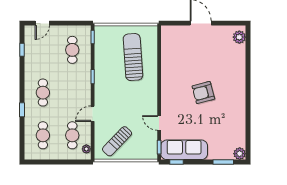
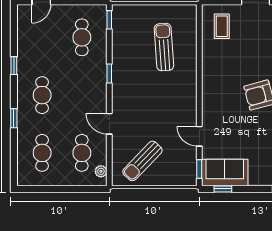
coffee table: (176, 42) -> (222, 26), added
window: (22, 50) -> (14, 66), moved
sun lounger: (133, 57) -> (164, 47), width x0.73, depth x0.75
door: (93, 114) -> (109, 124), hinge flipped
sofa: (184, 150) -> (225, 172), width x0.73

